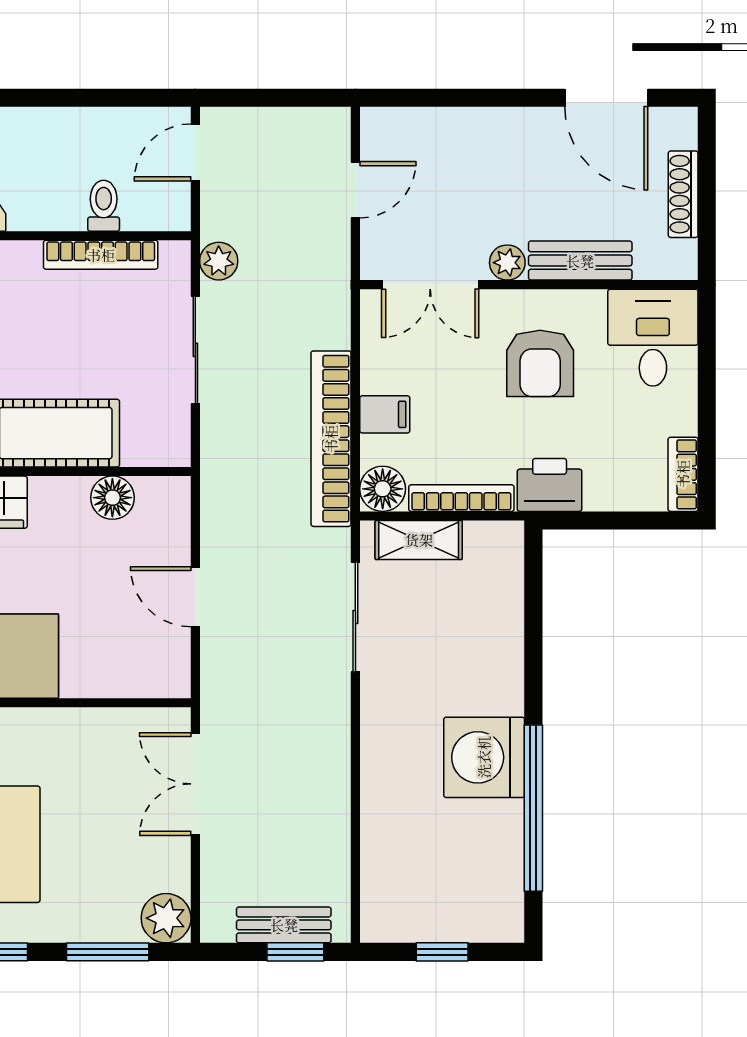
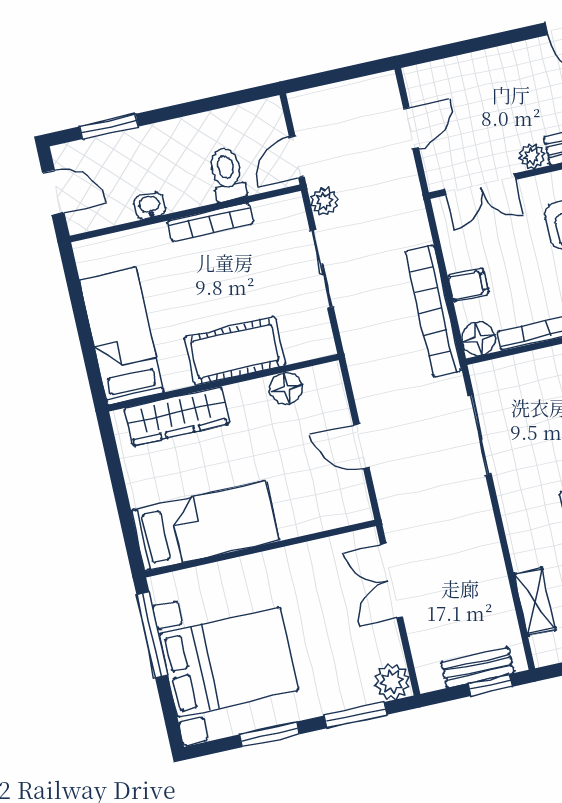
door: (195, 152) -> (297, 157), moved
toilet: (104, 206) -> (227, 174), width x1.37, depth x1.39
bookcase: (101, 255) -> (210, 222), moved
shelving: (419, 540) -> (535, 602), moved, turned 90

